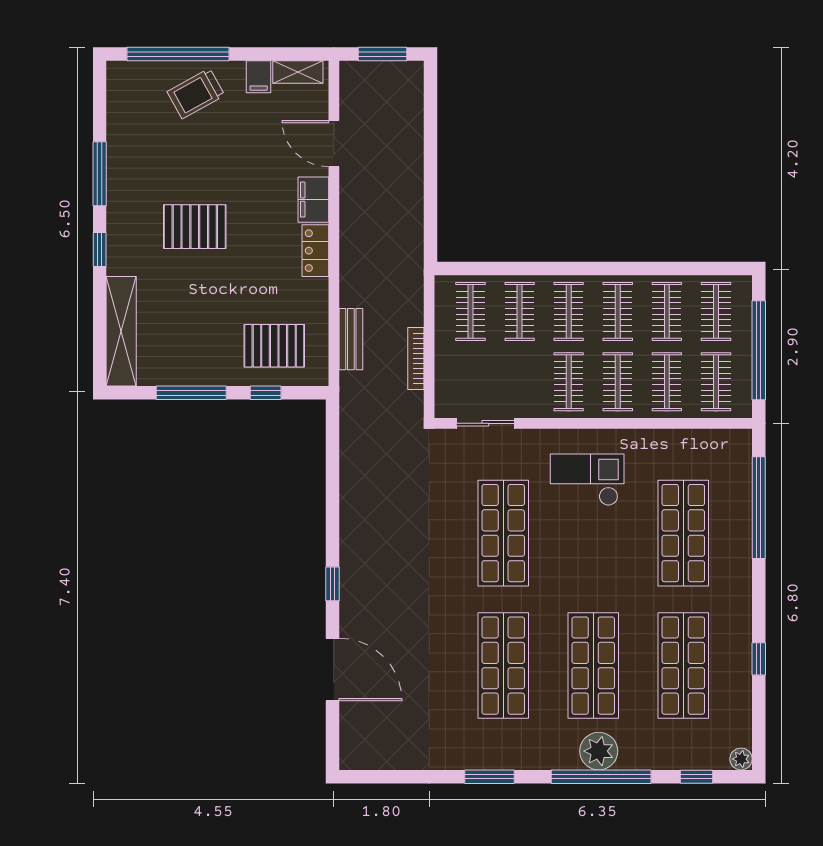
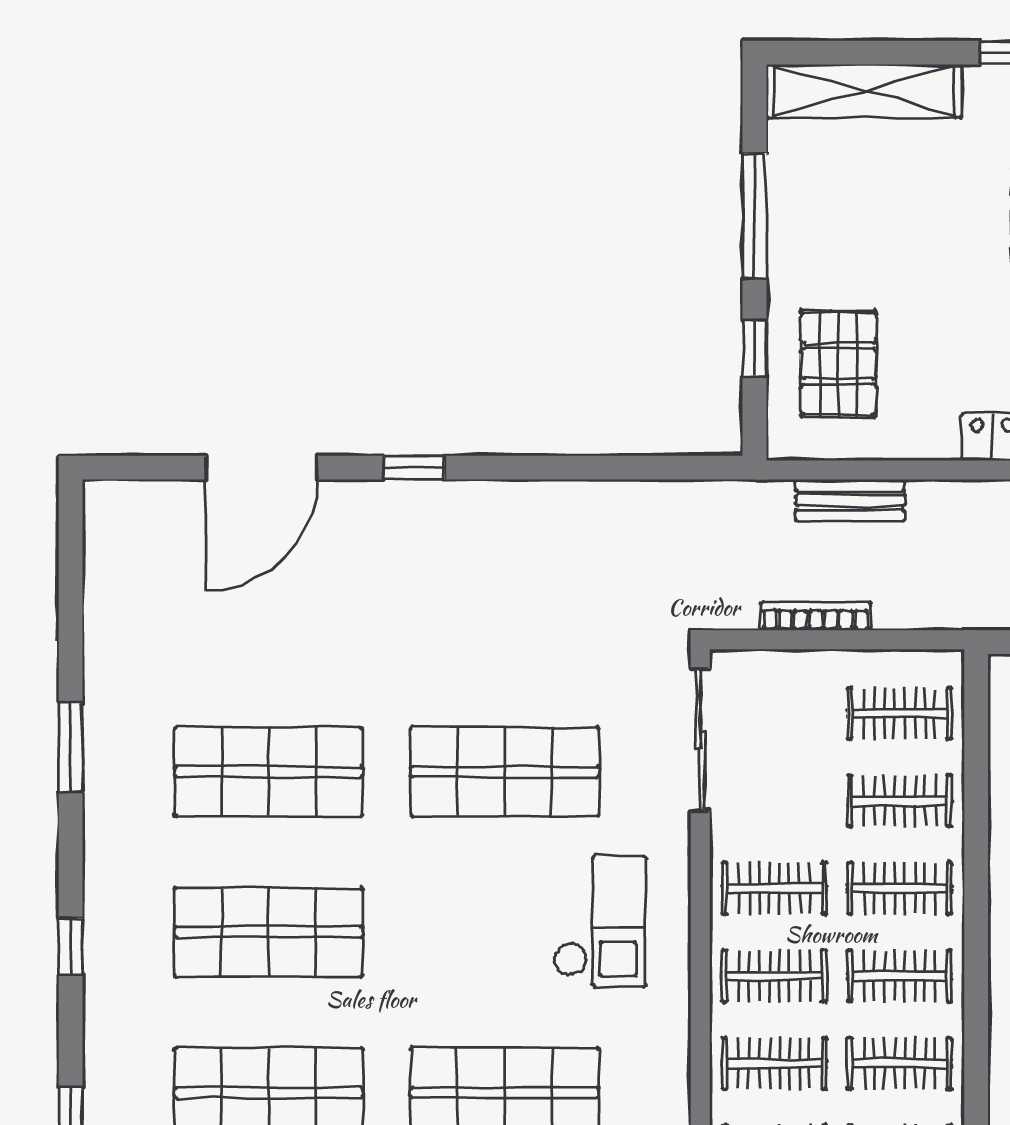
sliding door: (485, 423) -> (700, 740), width x1.37
plant: (599, 751) -> (116, 942), removed
window: (601, 777) -> (71, 946), width x0.32

